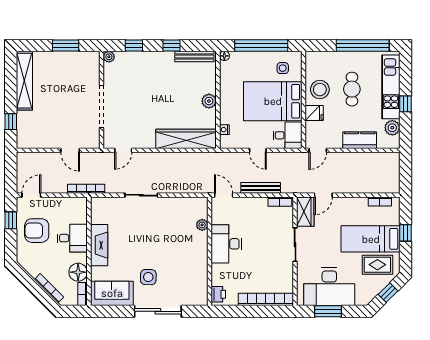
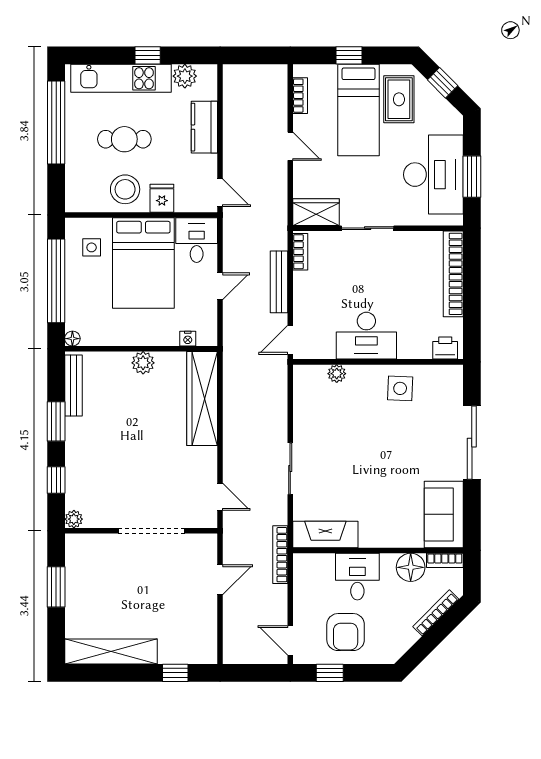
window: (171, 45) -> (56, 421), width x1.50
door: (323, 195) -> (290, 146), moved
fireplace: (99, 245) -> (325, 534), moved
side table: (148, 277) -> (400, 388), moved

